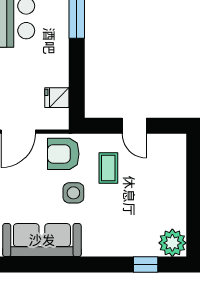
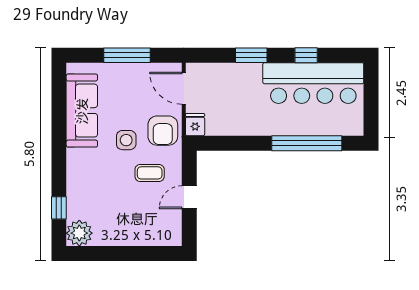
fridge: (57, 98) -> (195, 125), moved
armchair: (63, 154) -> (163, 131), turned 180

